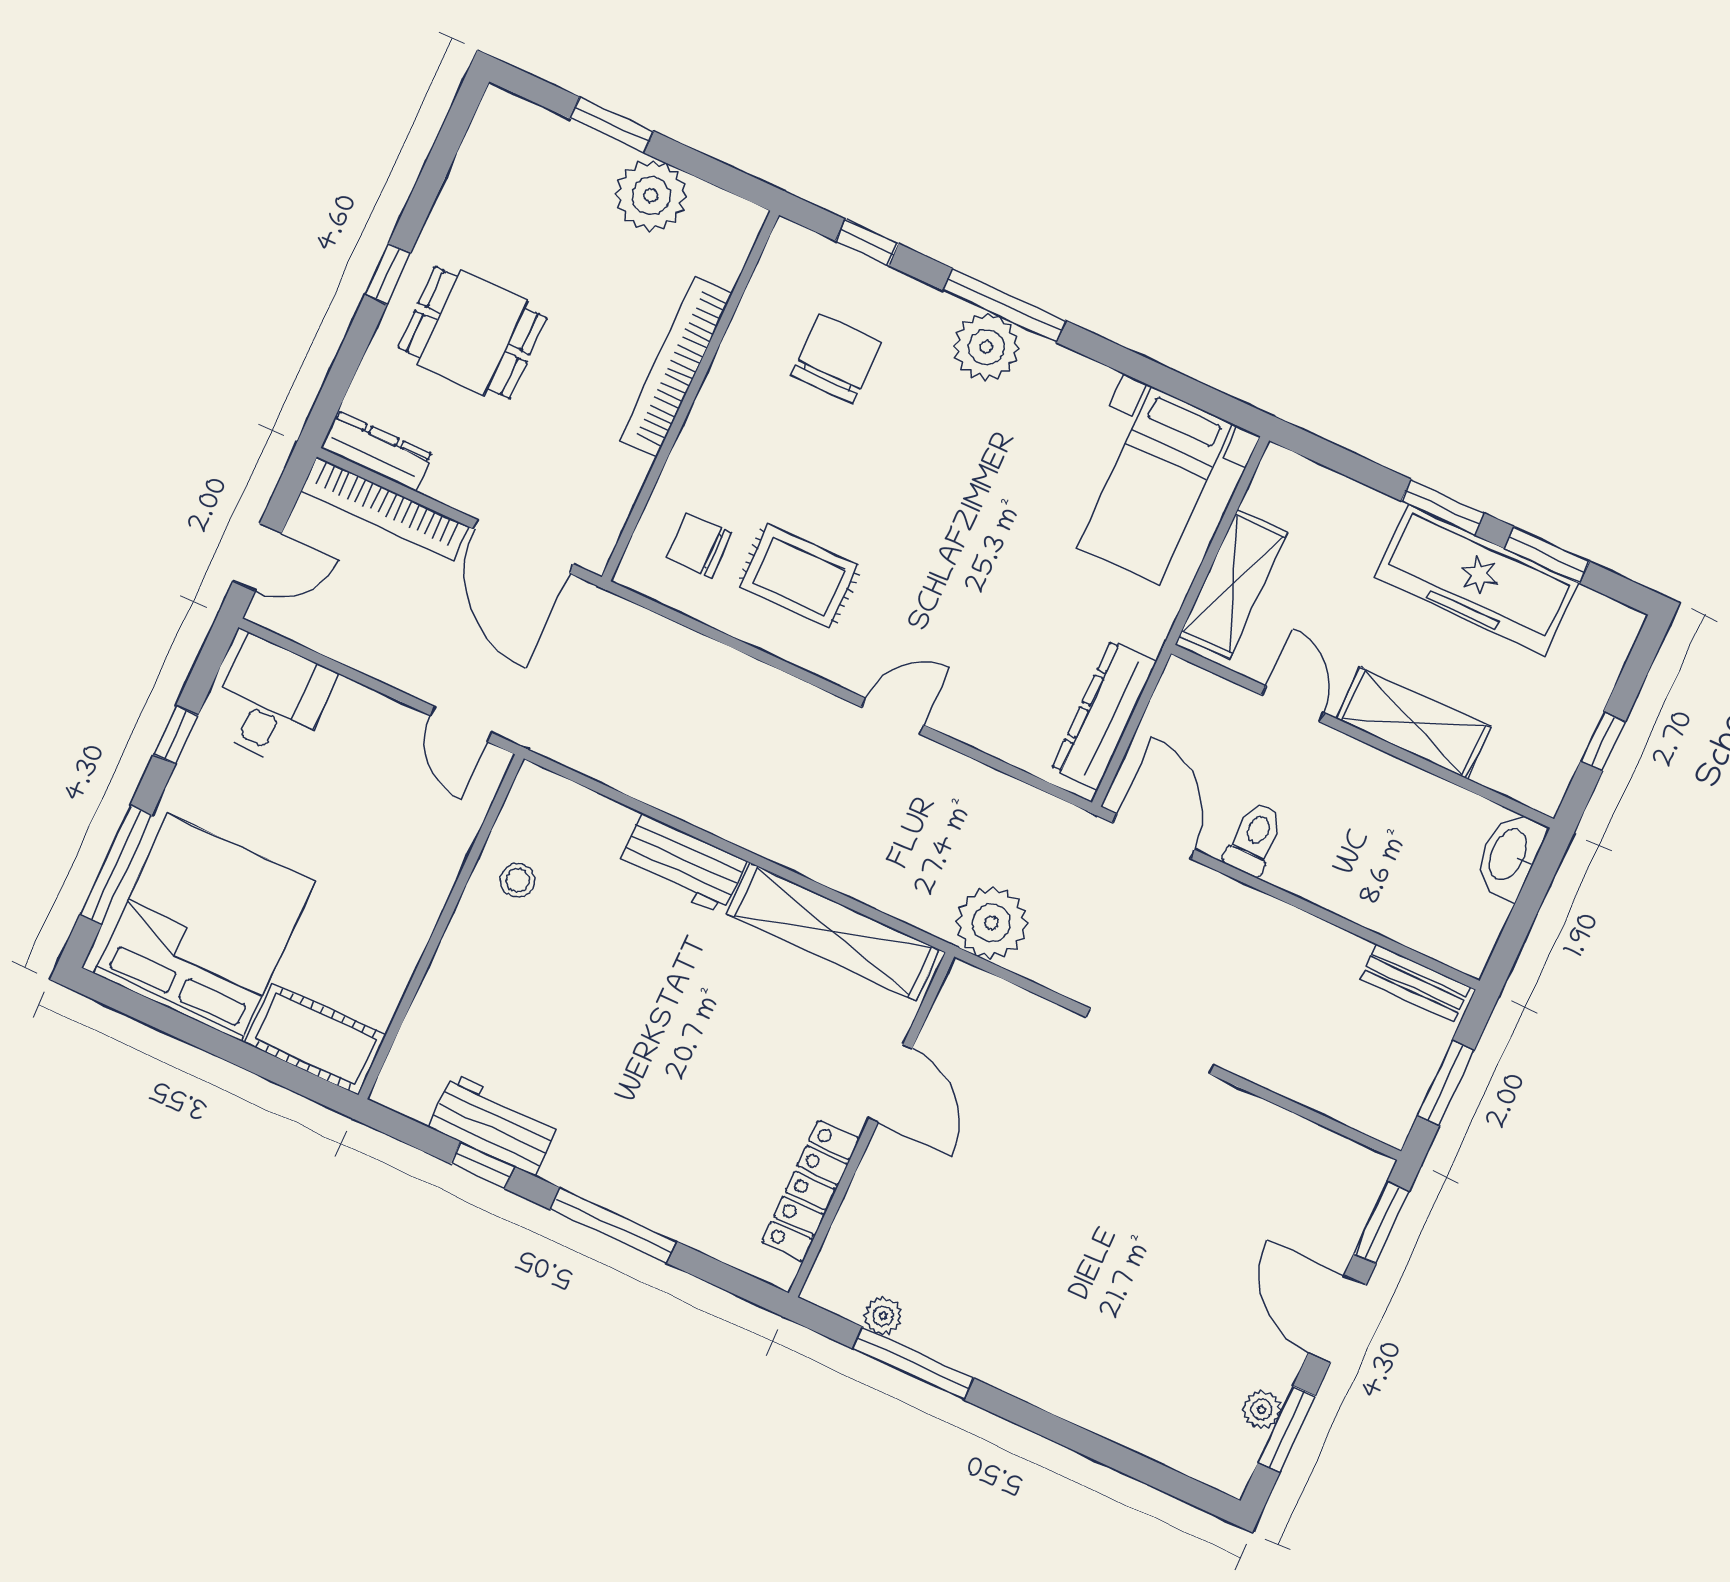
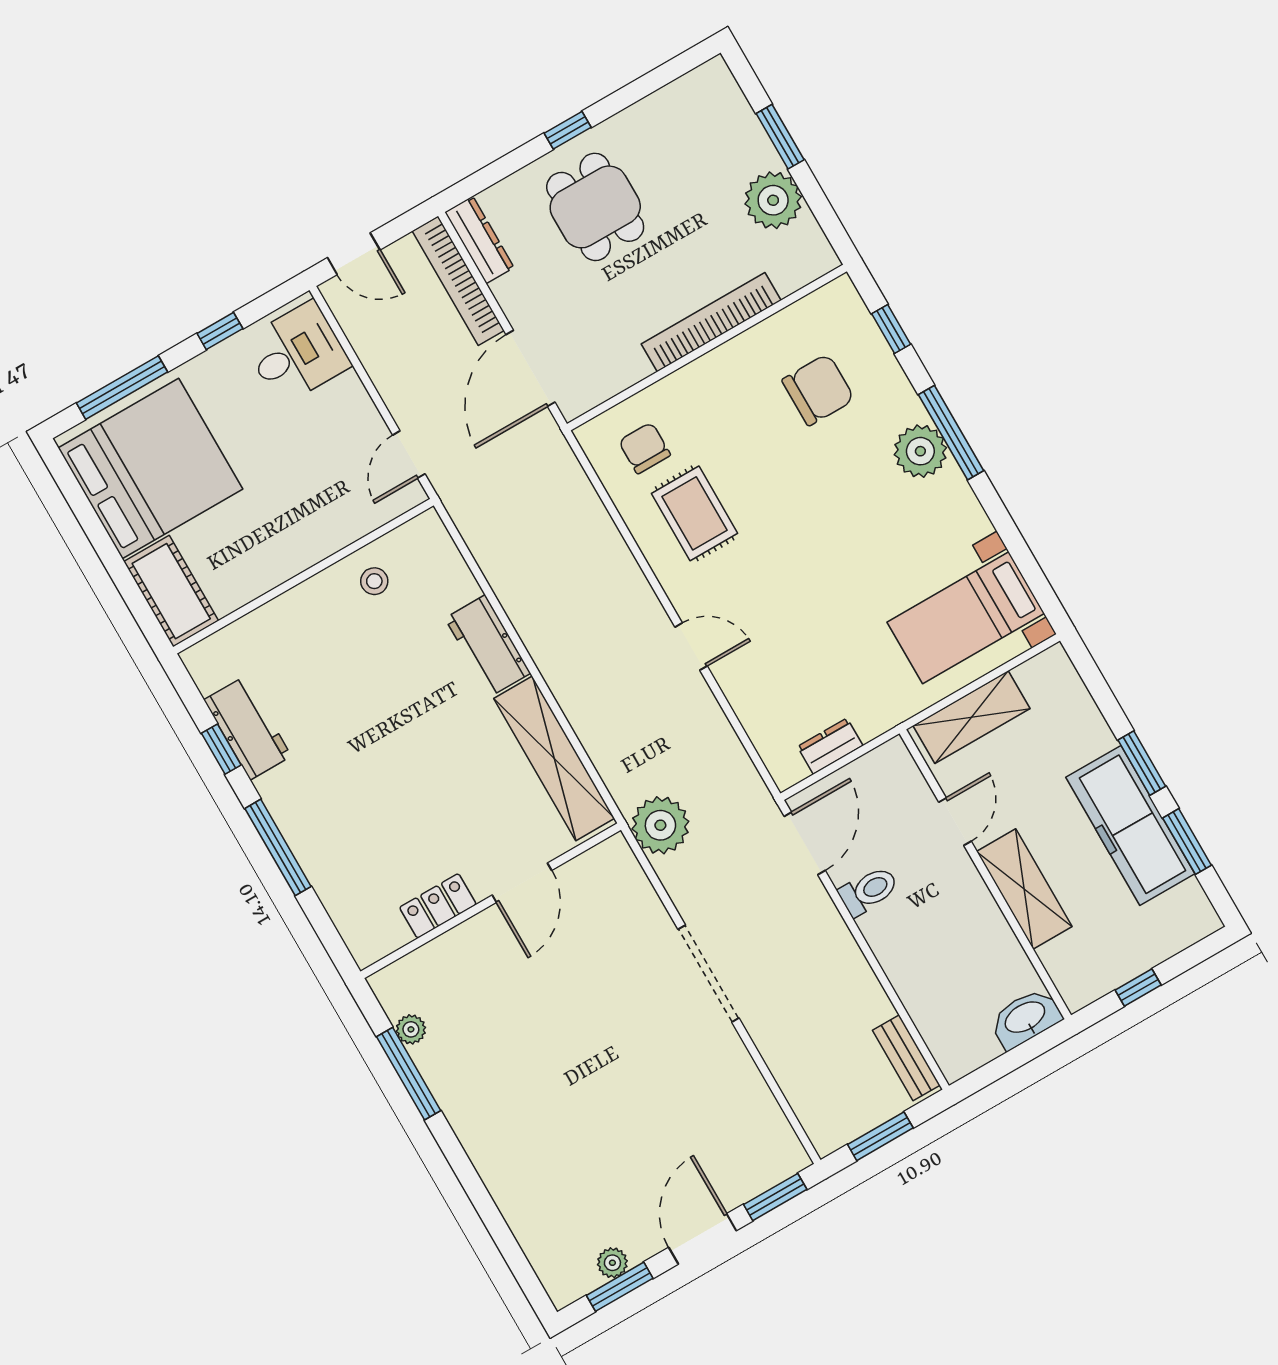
dresser: (1104, 715) -> (830, 746), width x0.51, depth x0.80
locker: (811, 1191) -> (438, 906), width x0.66

